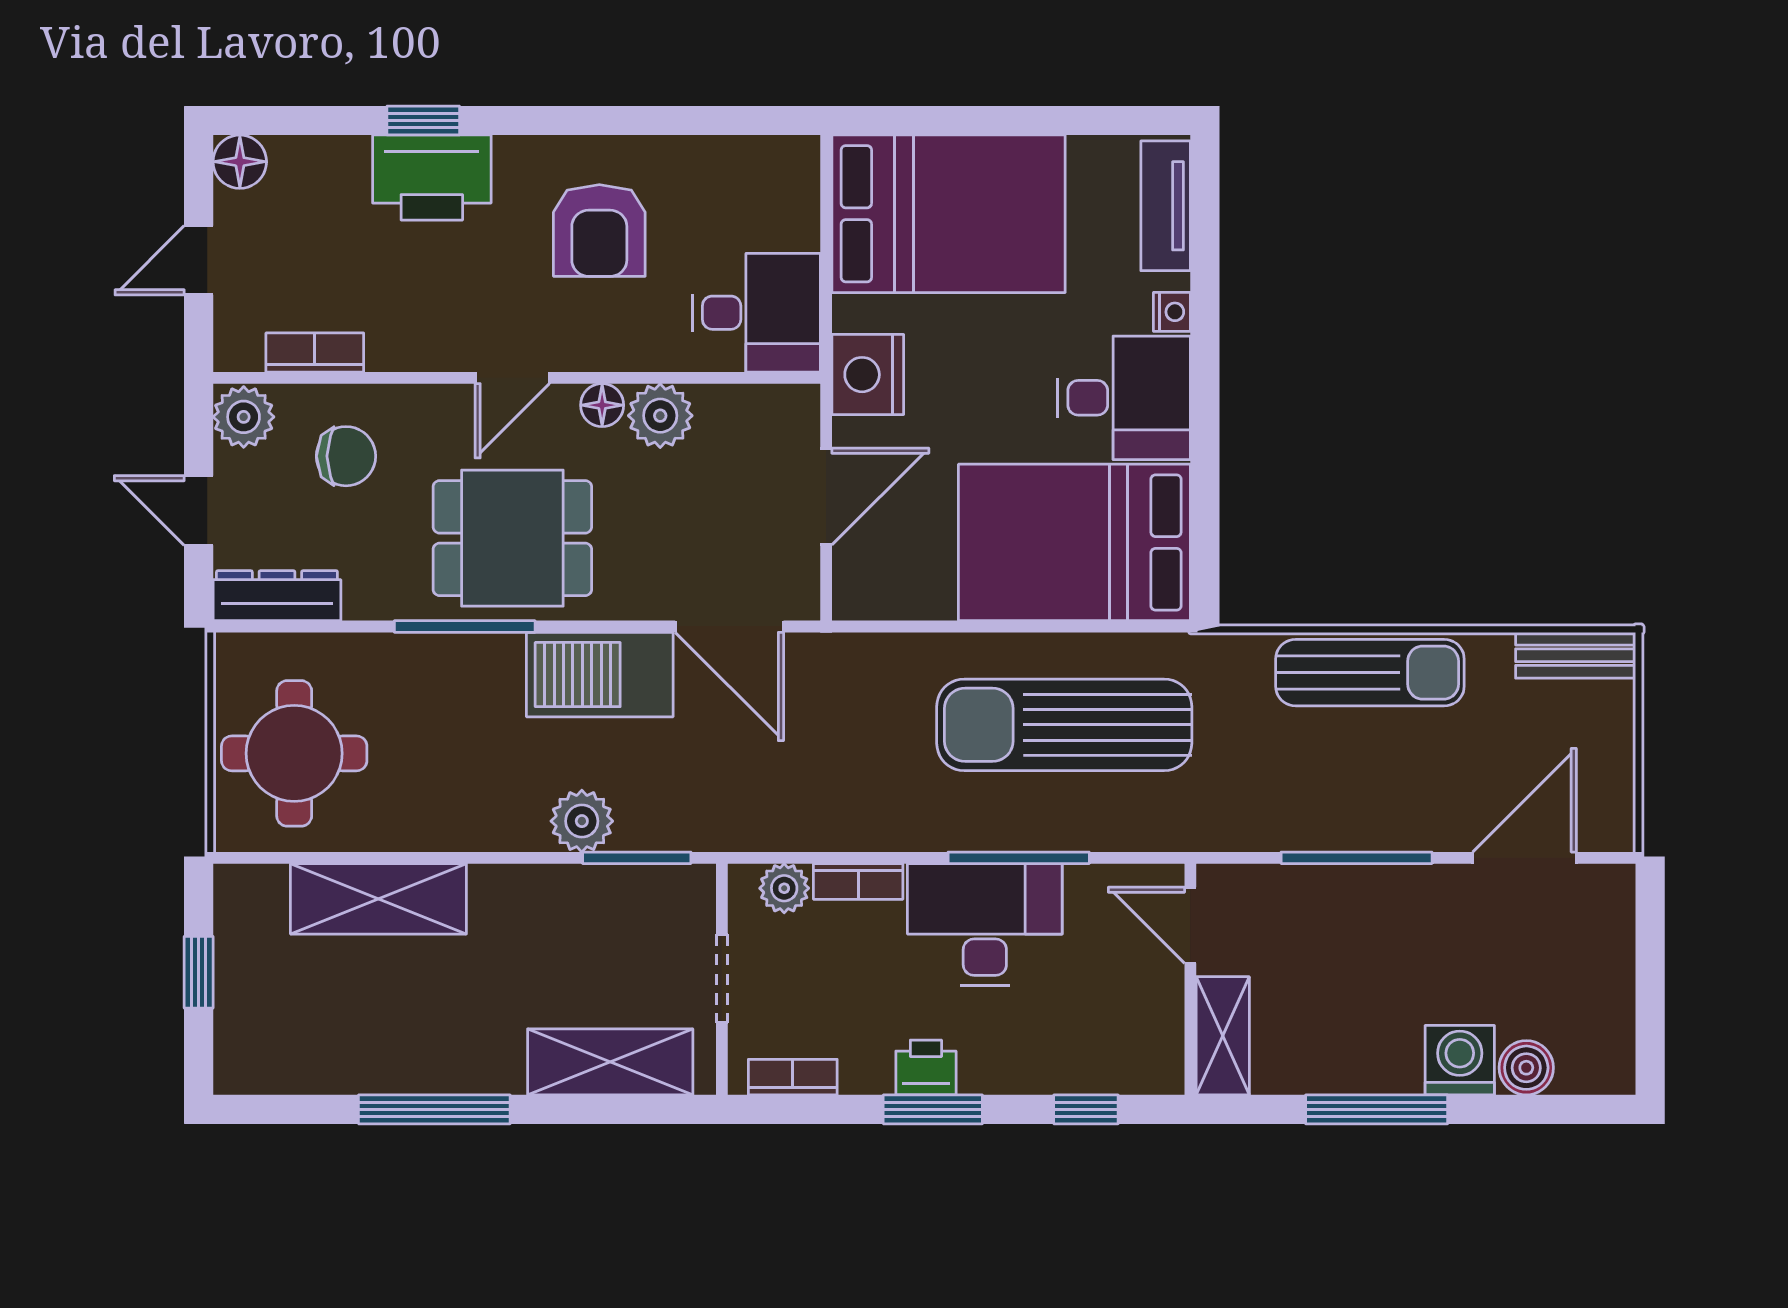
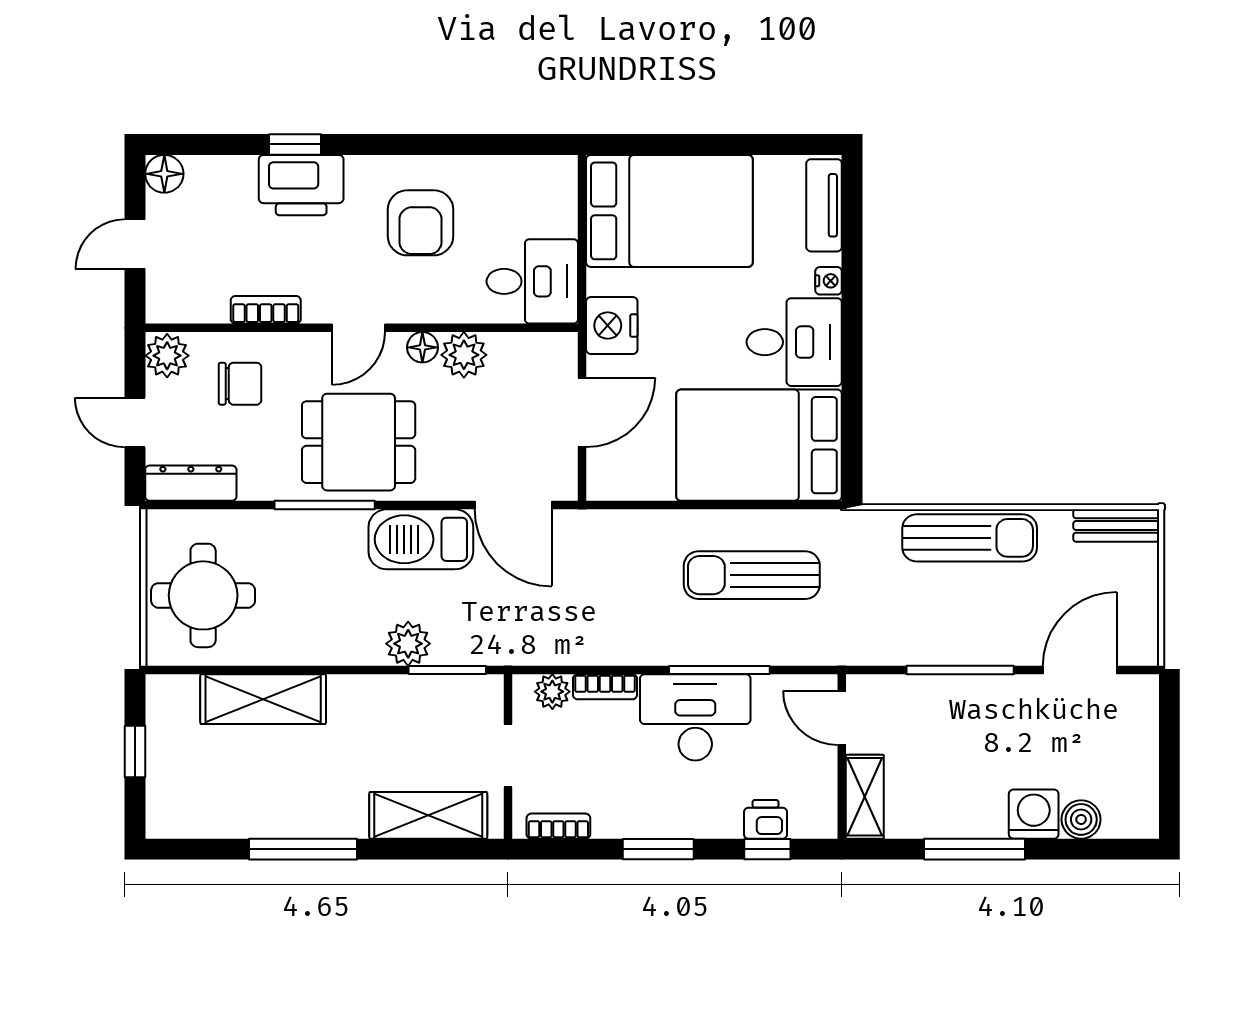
bookcase: (315, 352) -> (266, 310), moved
sun lounger: (1064, 725) -> (752, 575), width x0.73, depth x0.75
printer: (926, 1068) -> (766, 819), moved

